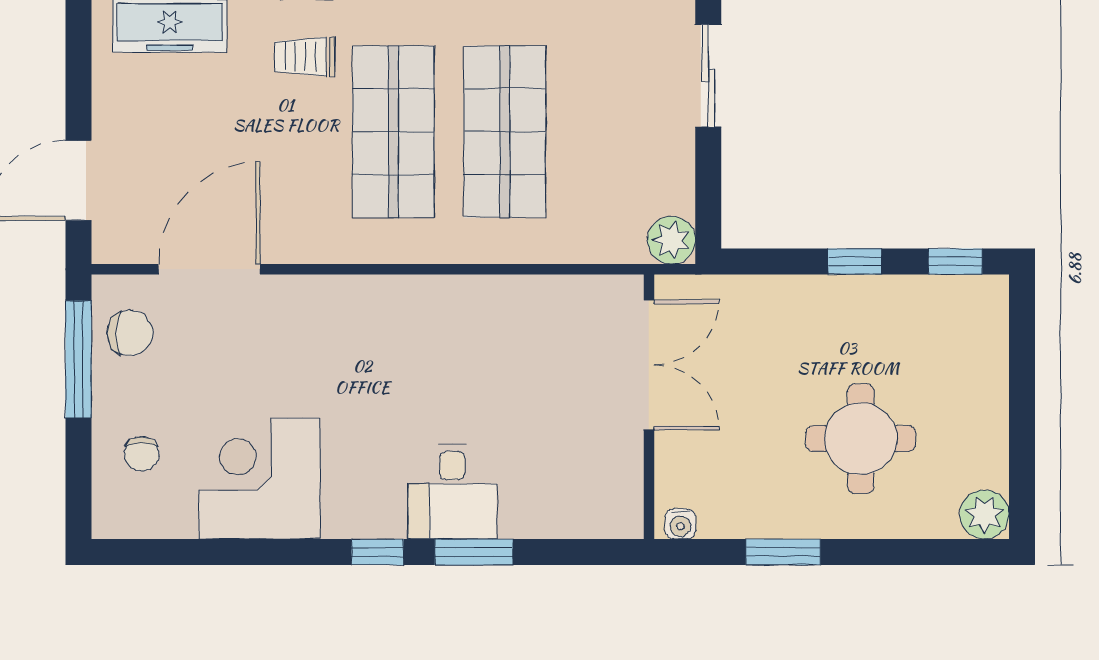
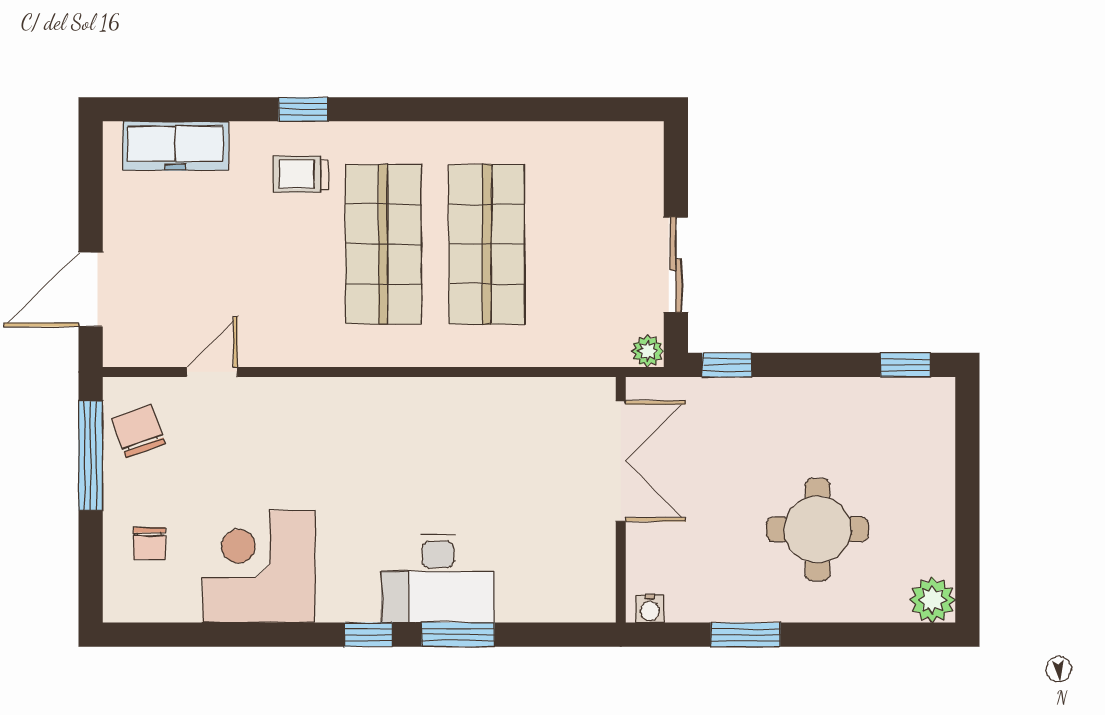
sliding door: (708, 76) -> (676, 265), moved
plant: (671, 240) -> (648, 351), width x0.73, depth x0.73
window: (855, 261) -> (727, 365), moved
door: (209, 269) -> (212, 372), width x0.53
chair: (130, 333) -> (139, 431), turned -110
desk: (452, 491) -> (438, 578), width x1.37

